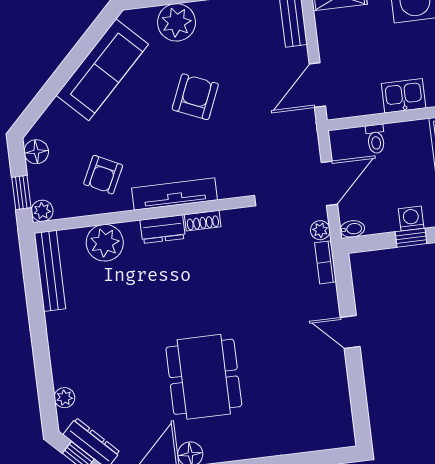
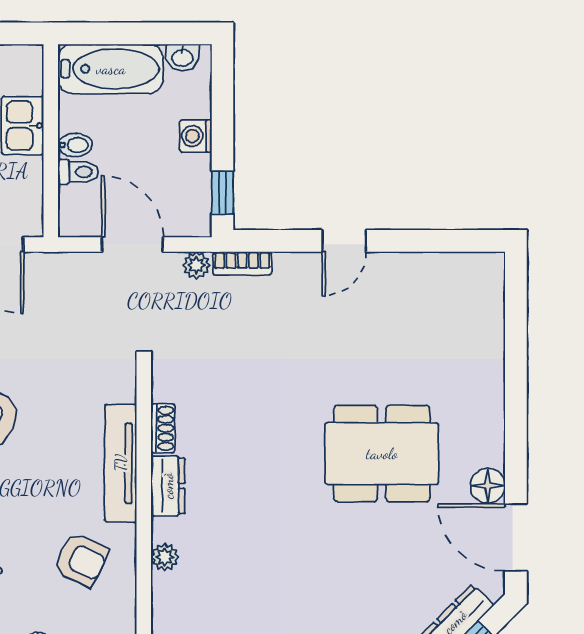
bidet: (352, 229) -> (75, 145), moved, turned 90
window: (411, 238) -> (222, 193), moved
plant: (105, 243) -> (165, 557), width x0.53, depth x0.53

